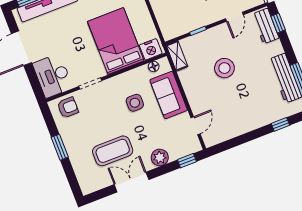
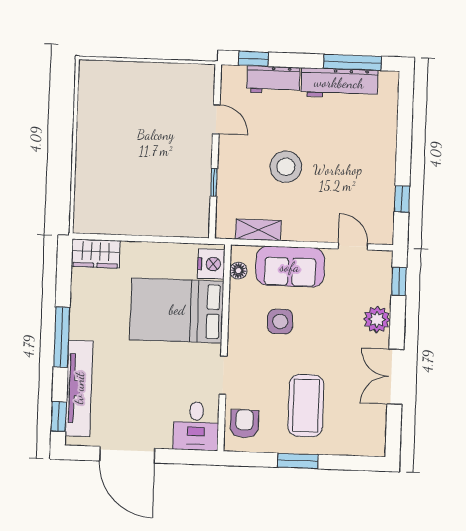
workbench: (266, 26) -> (273, 80), moved
shelving: (177, 56) -> (258, 230), moved
desk: (53, 76) -> (196, 426), width x0.73
window: (280, 124) -> (402, 199), moved
coffee table: (113, 151) -> (306, 406), moved

